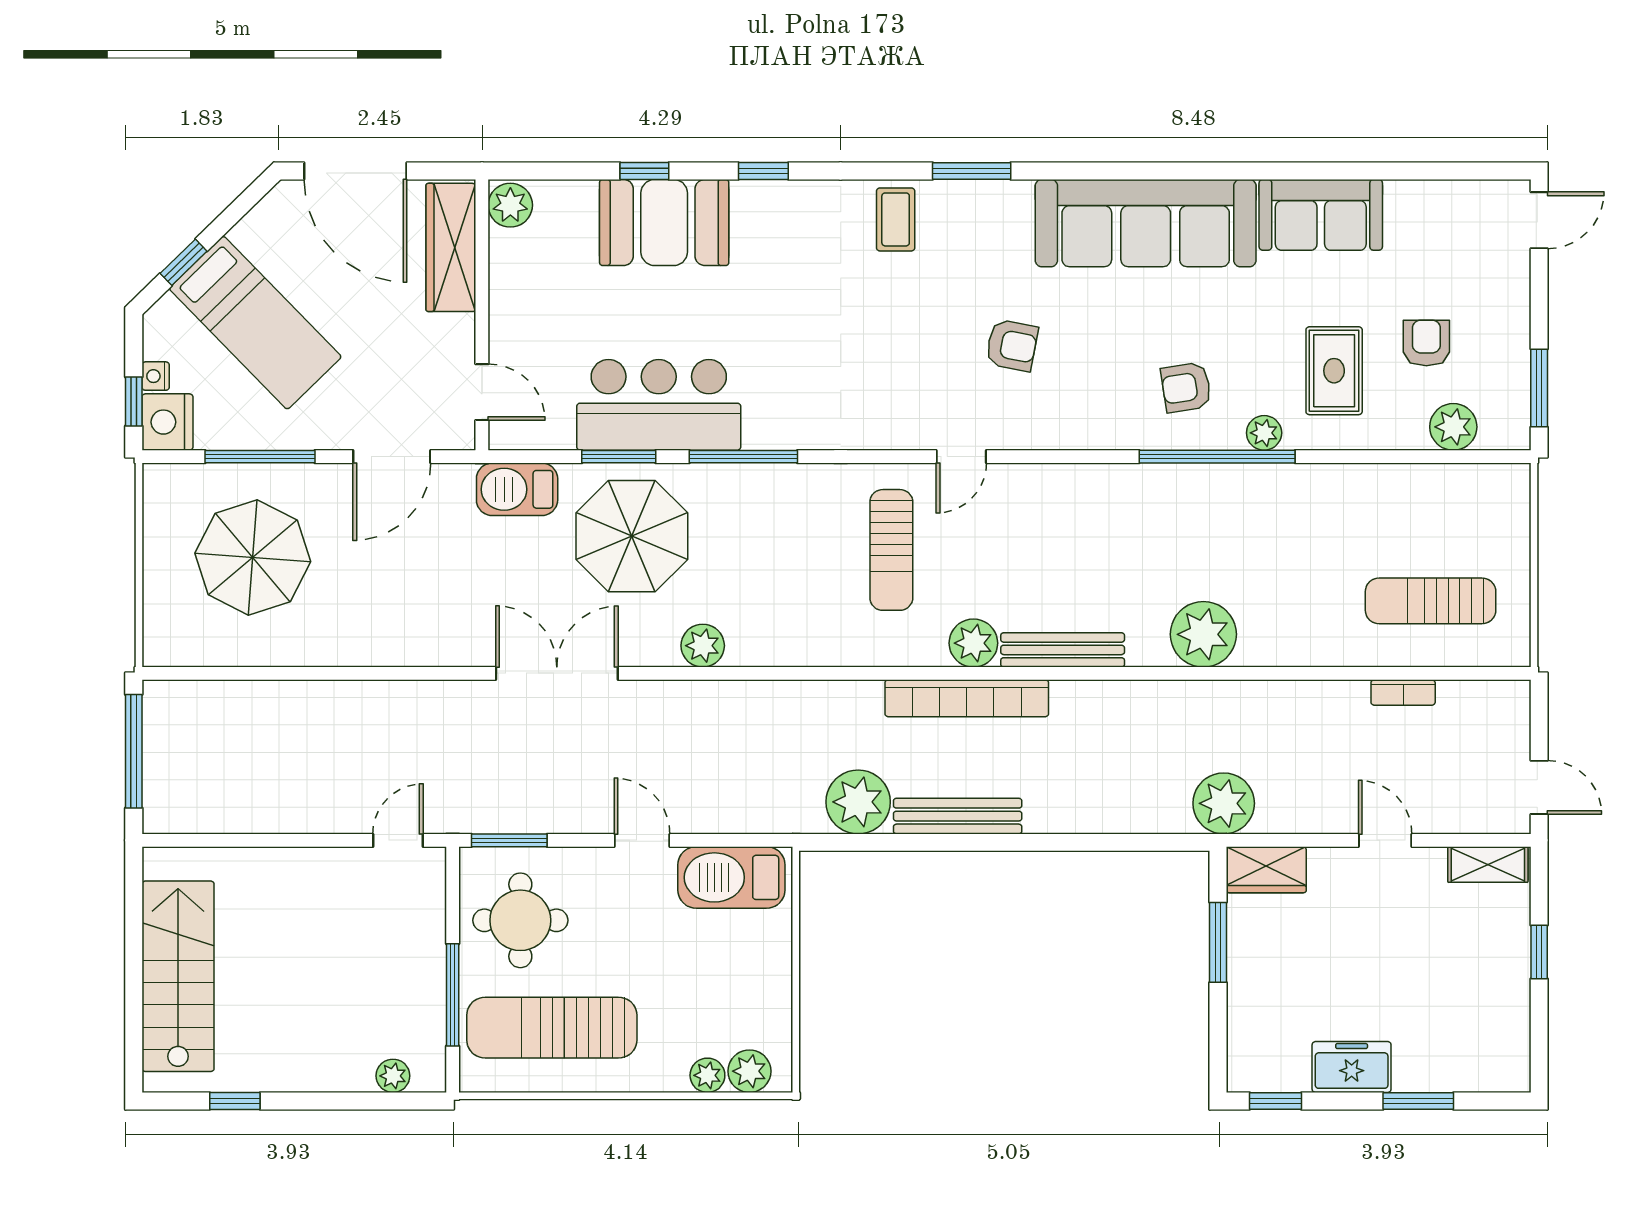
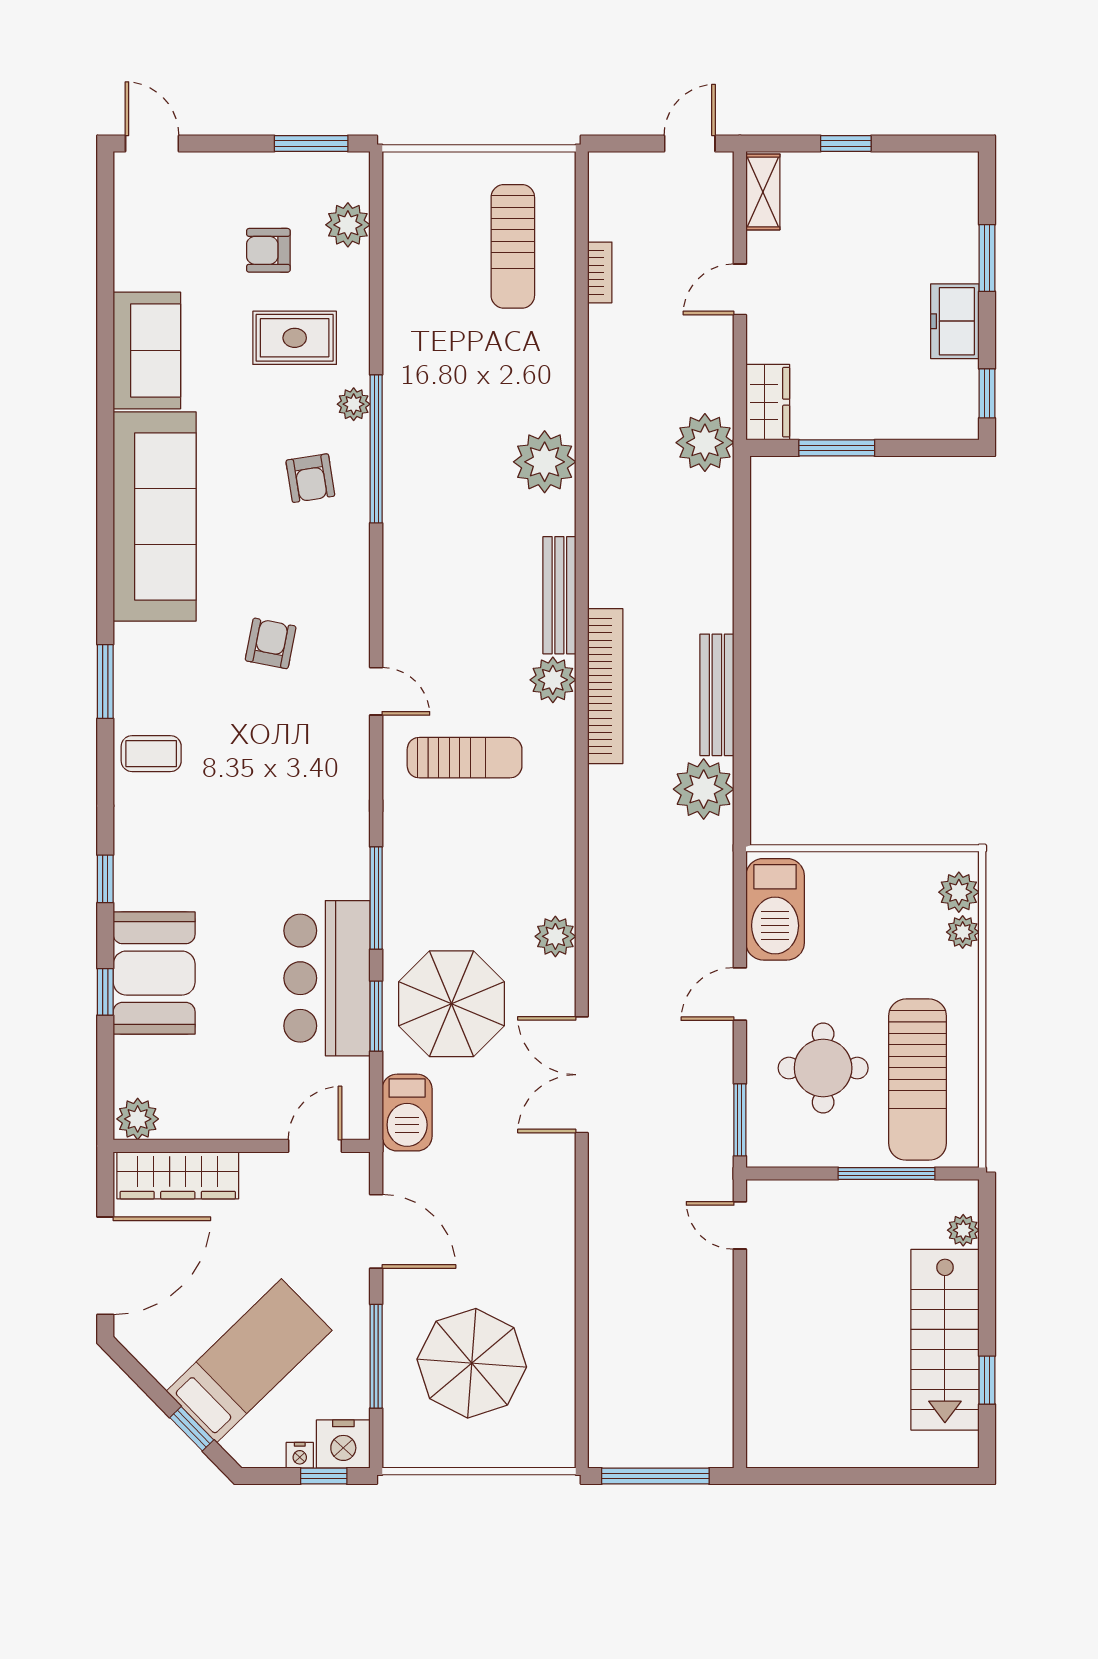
round table: (520, 920) -> (823, 1068), moved
stairs: (178, 976) -> (945, 1340), moved, turned -90

